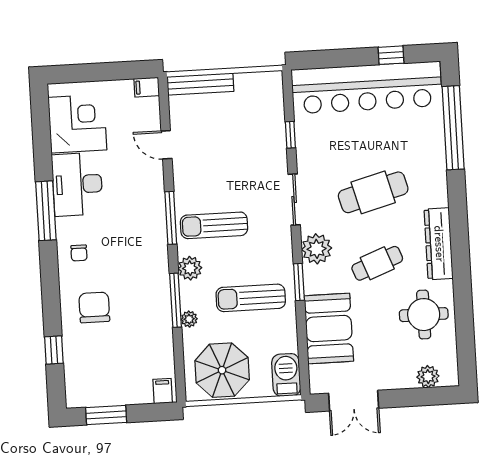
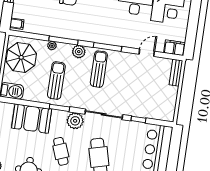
bench: (200, 84) -> (176, 73), width x0.73
filing cabinet: (147, 87) -> (175, 48), width x2.00
sliding door: (294, 200) -> (104, 114), width x1.37

